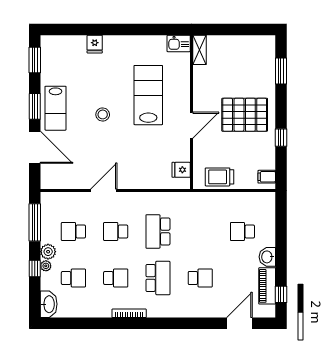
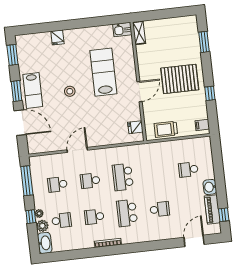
plant: (48, 252) -> (42, 226), moved
school desk: (116, 278) -> (94, 217), turned 180
school desk: (158, 278) -> (127, 213), turned 180

